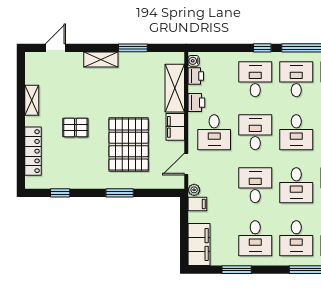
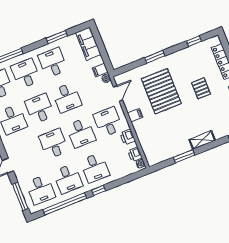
shelving: (175, 88) -> (146, 141), removed
filing cabinet: (175, 127) -> (135, 115), width x0.50
pallet: (75, 128) -> (201, 88), turned 90

